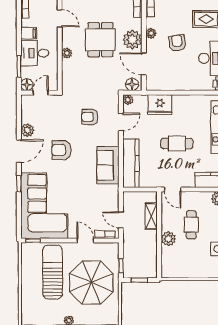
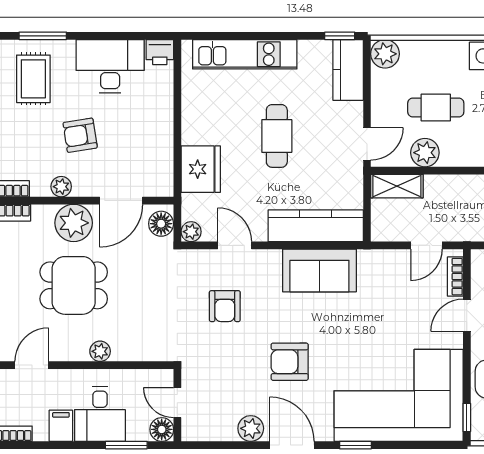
armchair: (61, 150) -> (290, 362), turned 90
shelving: (151, 216) -> (397, 186), moved
plant: (168, 239) -> (425, 153), moved

